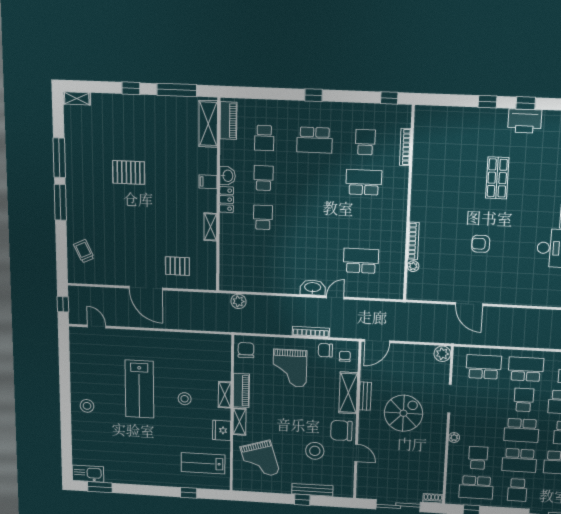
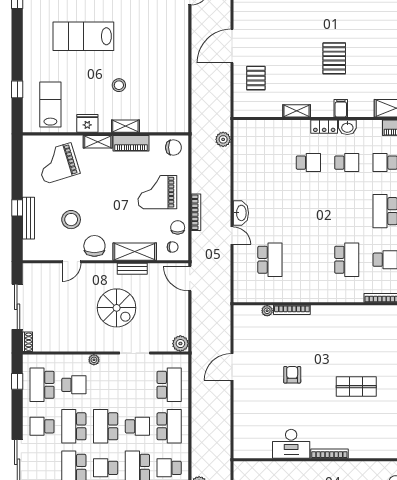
pallet: (129, 172) -> (334, 58), moved
lab bench: (139, 389) -> (83, 36), moved

